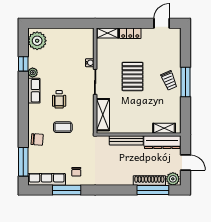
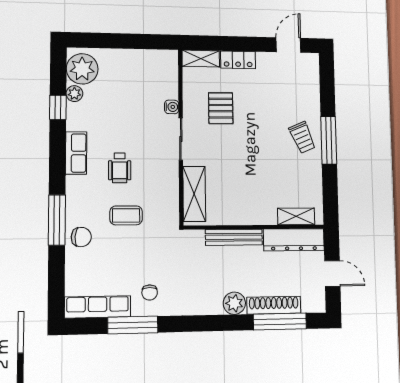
plant: (33, 73) -> (74, 94), moved
pallet: (133, 76) -> (221, 108), moved, width x0.67, depth x0.71
window: (23, 162) -> (57, 220), moved
plant: (173, 179) -> (234, 303), moved

